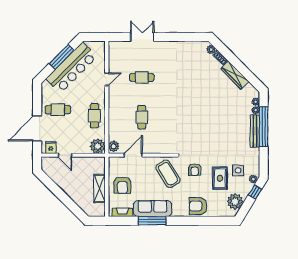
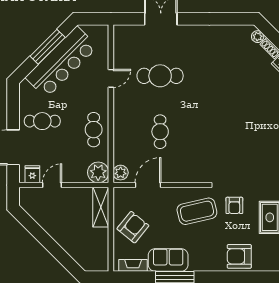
cafe table: (142, 77) -> (160, 76), width x1.37, depth x1.35
door: (65, 155) -> (52, 185), swing flipped
coffee table: (168, 174) -> (197, 211), turned -71
armchair: (122, 185) -> (133, 227), turned -141
shelving: (100, 188) -> (101, 207), moved
sofa: (153, 209) -> (168, 260), width x0.73

